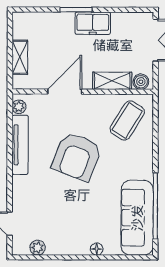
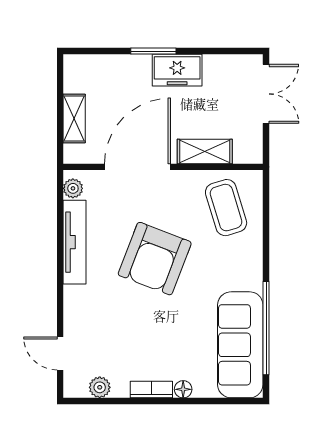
boiler: (141, 82) -> (245, 153), removed
door: (65, 92) -> (138, 167), width x1.36
coffee table: (127, 121) -> (226, 208), turned -49
bookcase: (74, 249) -> (151, 390), added

